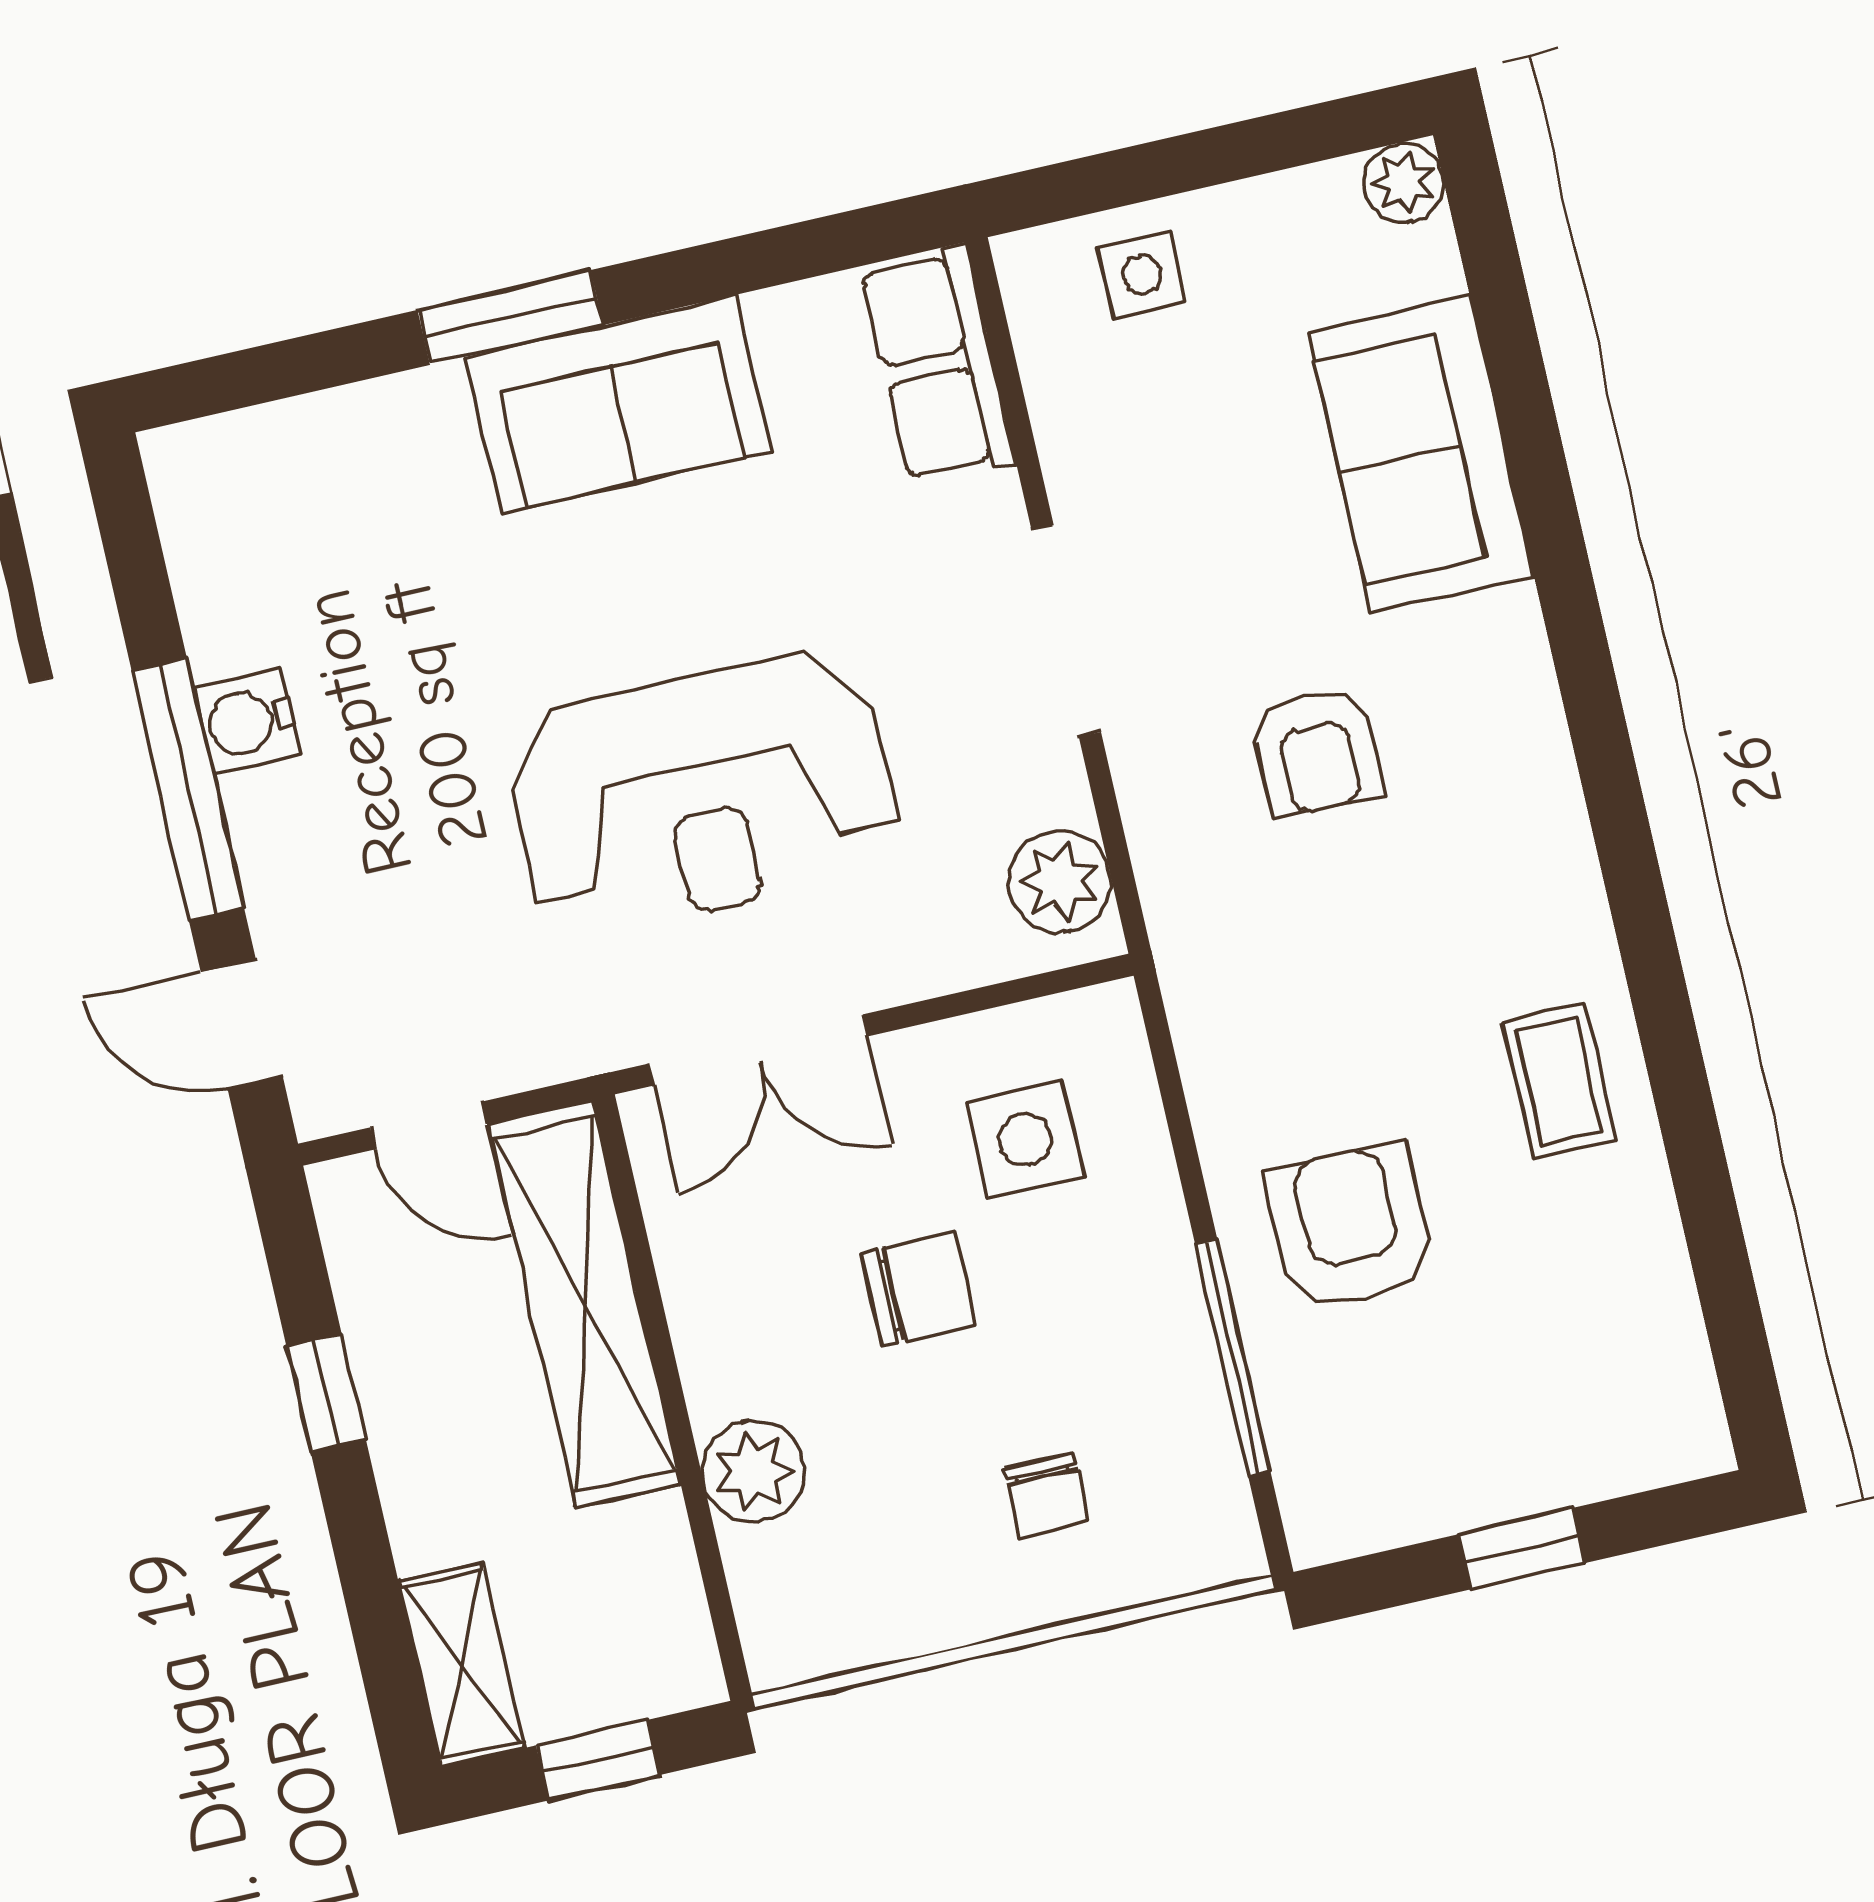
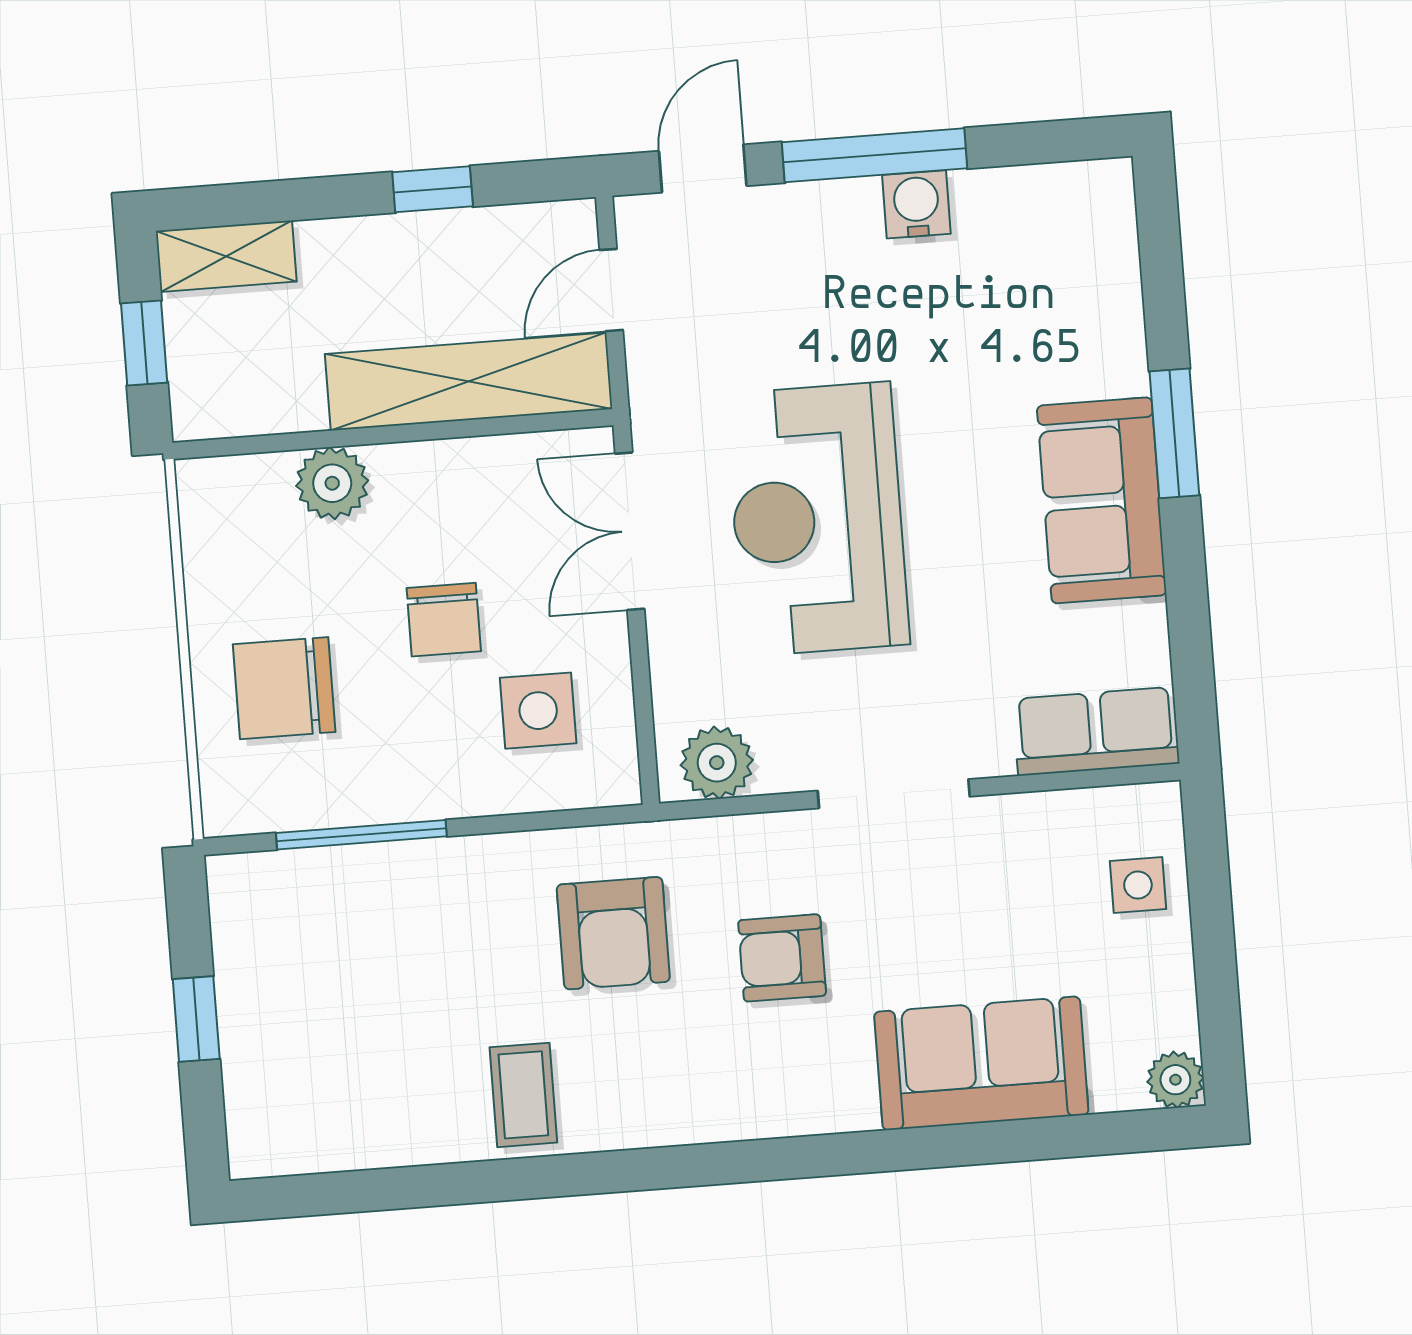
coffee table: (1559, 1081) -> (523, 1095), turned 90
armchair: (1350, 1227) -> (613, 933), moved, turned 90
chair: (1046, 1495) -> (284, 688), width x1.87, depth x1.87

